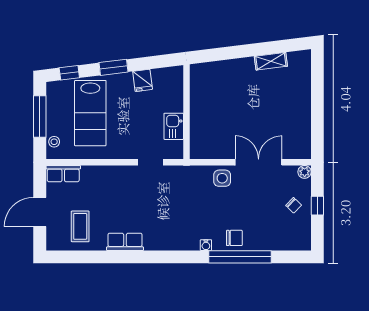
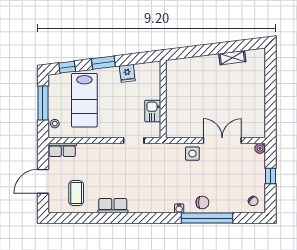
chair: (294, 205) -> (253, 201), moved

